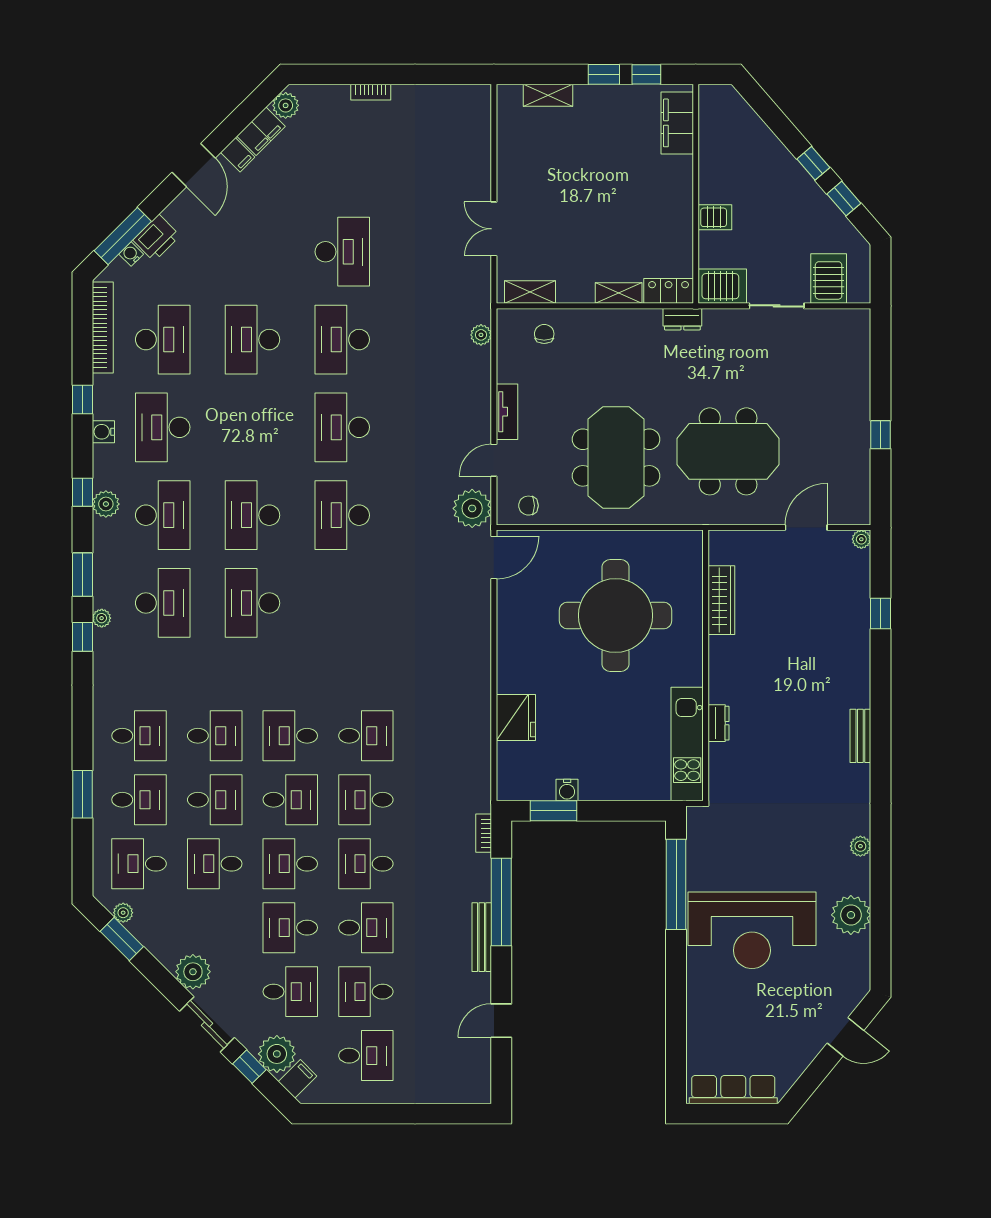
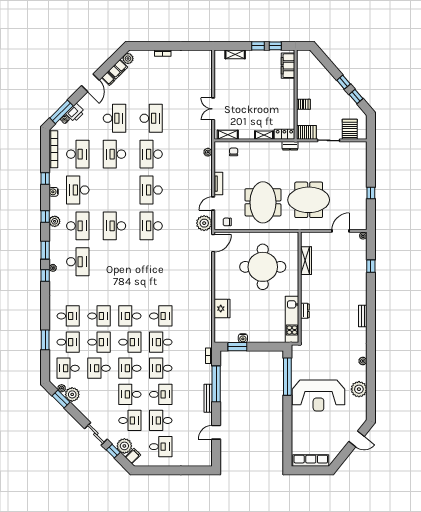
desk: (252, 603) -> (114, 118), moved, turned 180
plant: (193, 972) -> (72, 394), moved

